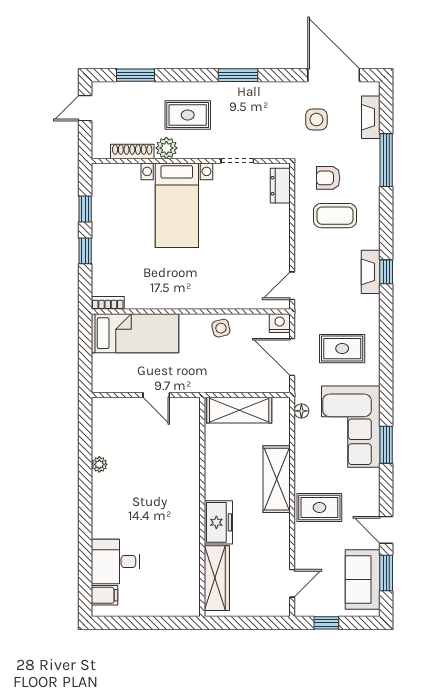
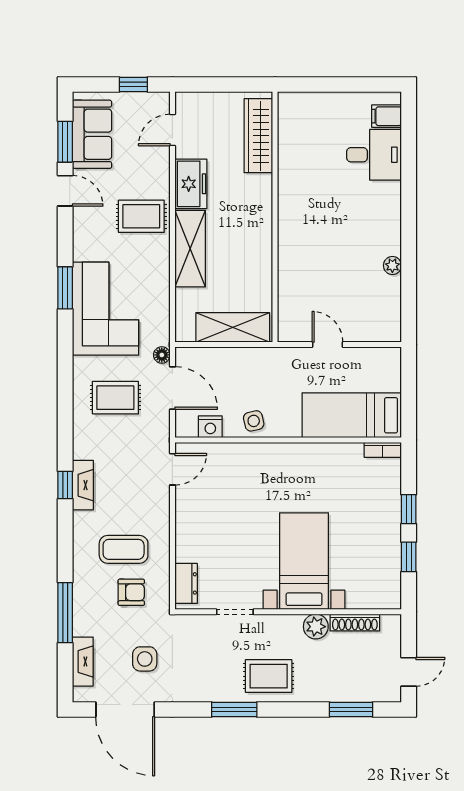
rug: (188, 115) -> (269, 676), moved
nightstand: (280, 323) -> (210, 427), moved
floor lamp: (301, 411) -> (162, 355), moved
freezer: (218, 522) -> (191, 184), moved, turned 180

